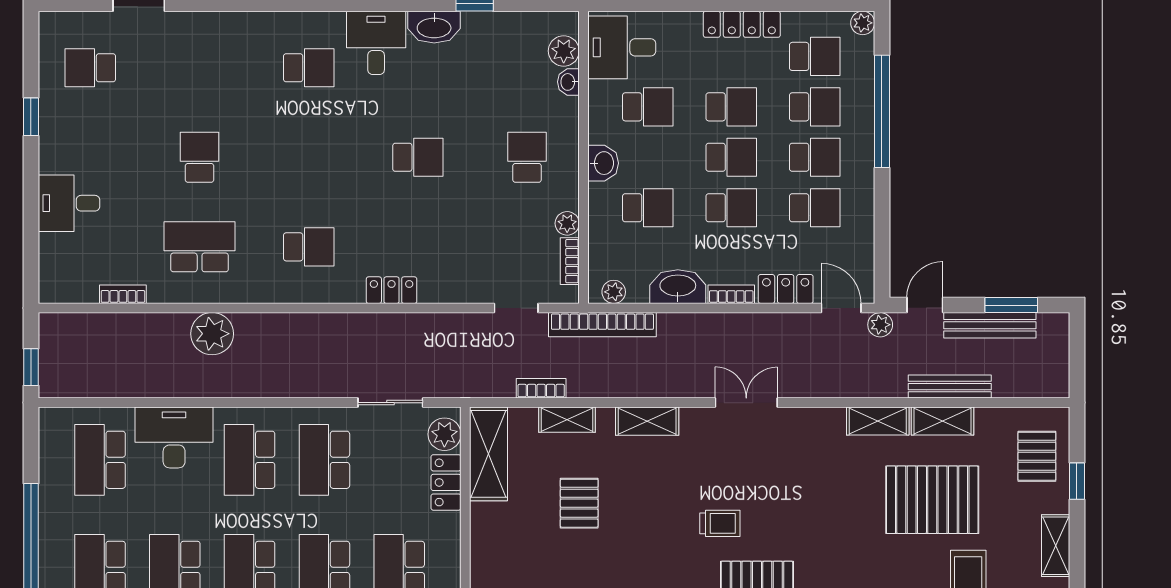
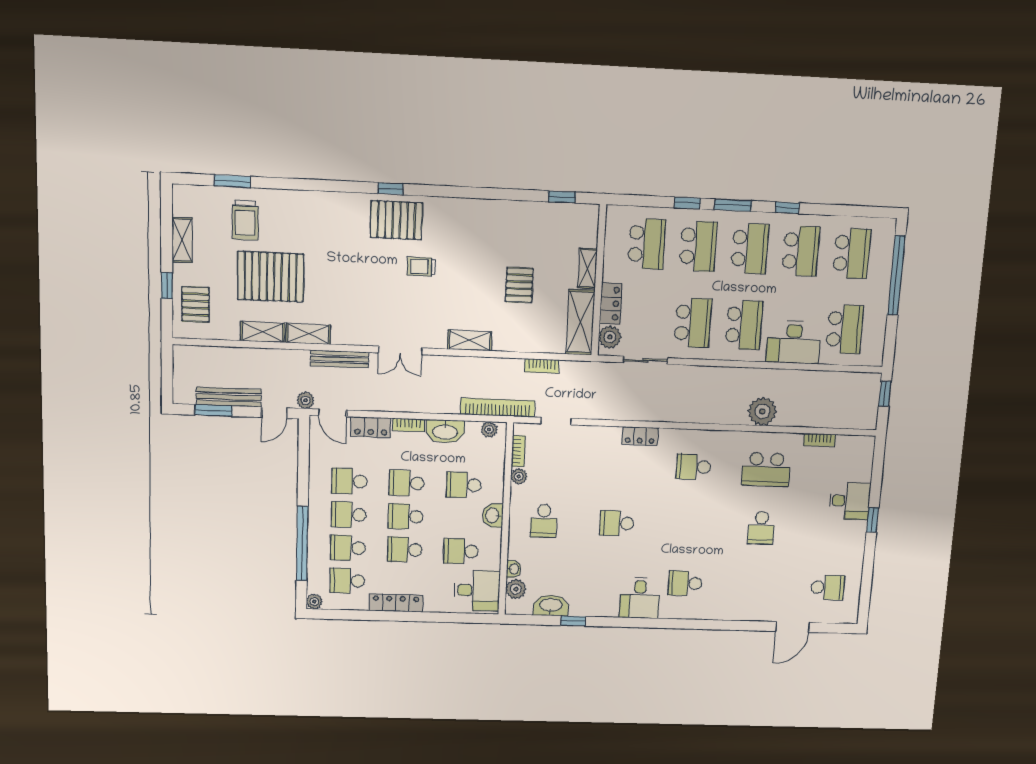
washbasin: (434, 27) -> (551, 605), moved
window: (31, 117) -> (873, 520), moved
bench: (950, 387) -> (340, 359), moved
shelving: (567, 420) -> (588, 268), moved, turned 90

